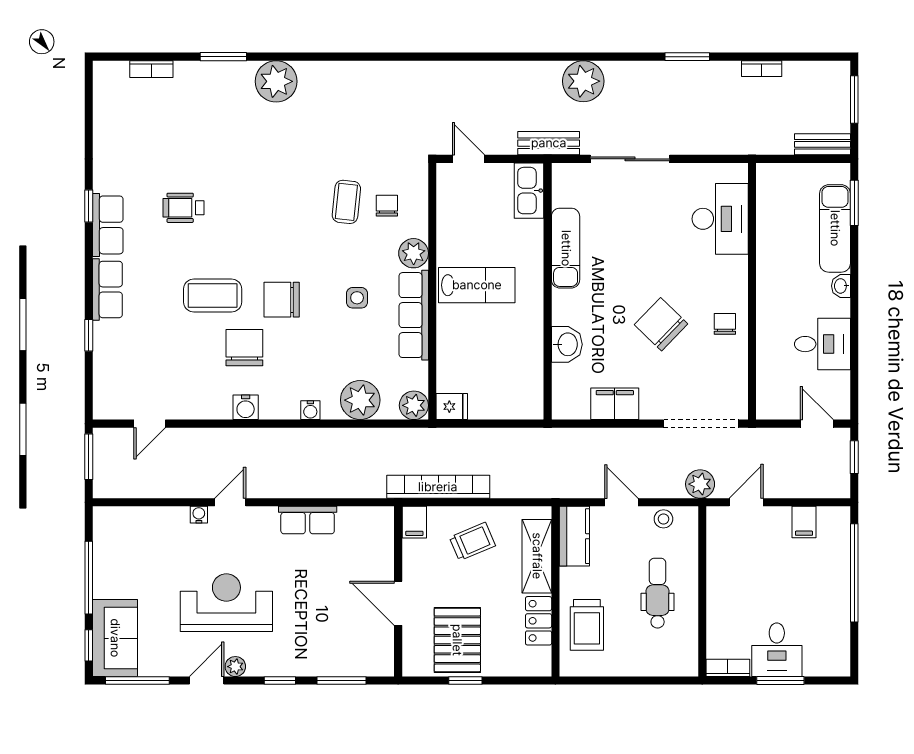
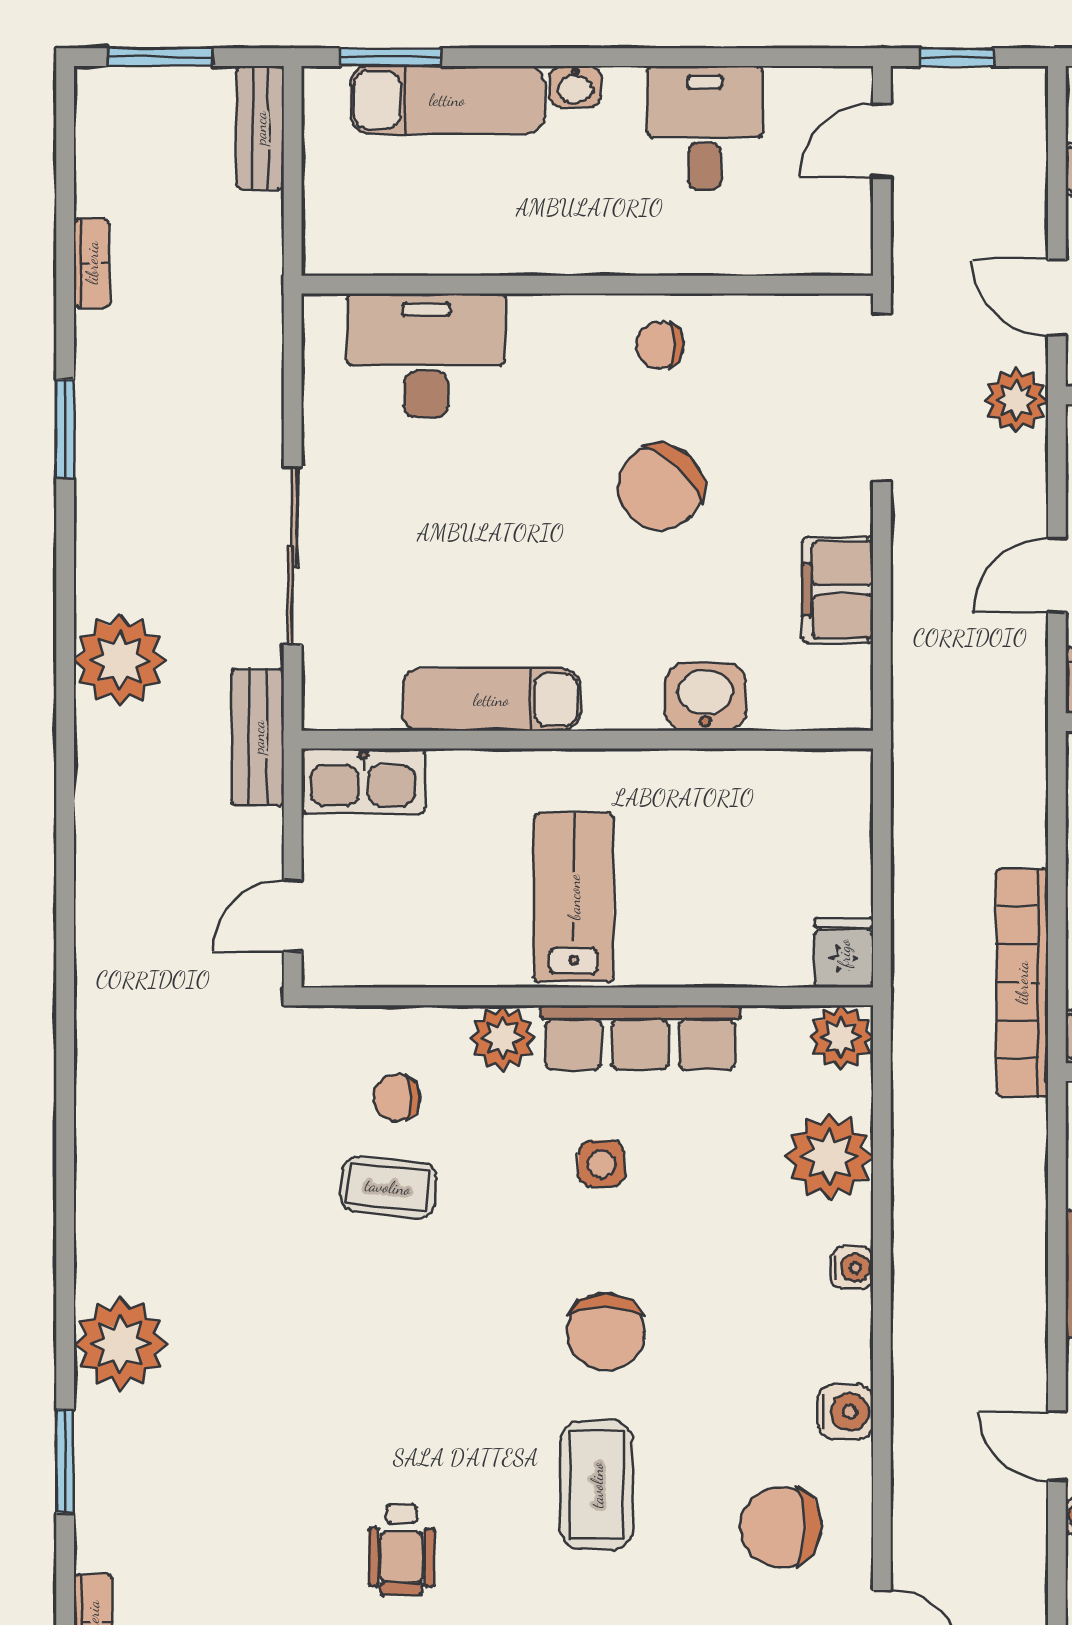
chair: (244, 348) -> (781, 1527), moved

